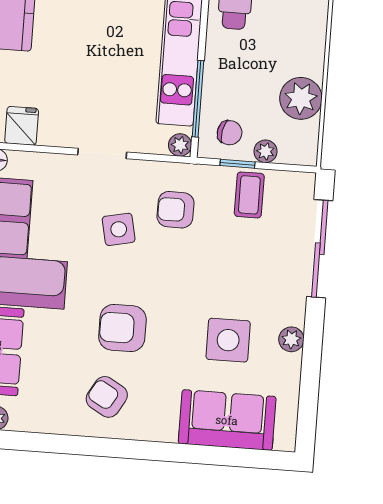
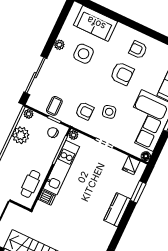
plant: (265, 151) -> (29, 114), moved
armchair: (107, 397) -> (138, 50), turned 150

